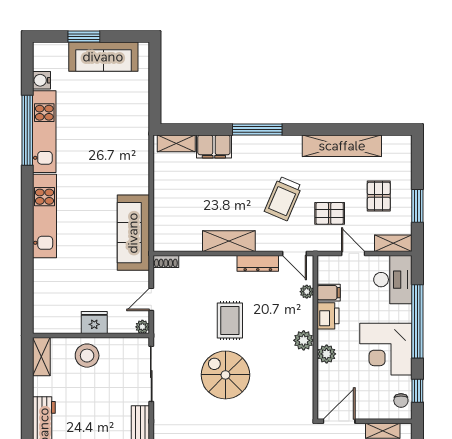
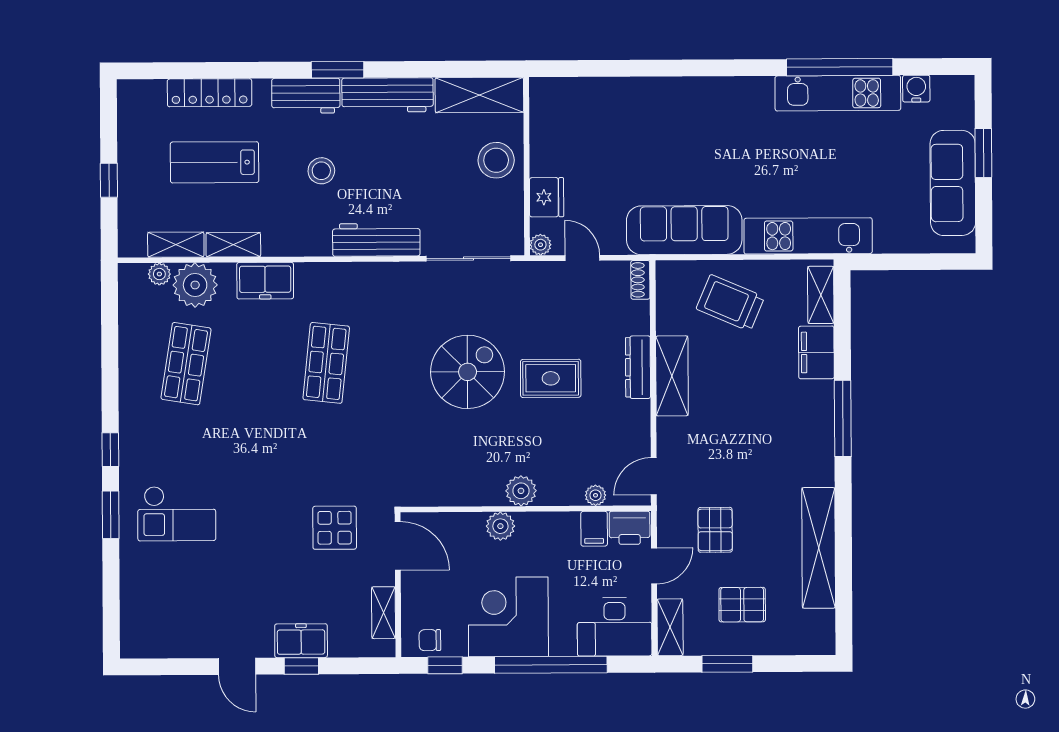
trolley: (283, 199) -> (730, 303), moved
kitchen unit: (45, 216) -> (808, 236), moved, turned 180
dresser: (258, 263) -> (638, 367), moved
printer: (328, 316) -> (630, 528), moved
fridge: (94, 323) -> (547, 197), moved
shelving: (41, 357) -> (479, 95), width x1.50, depth x1.33

